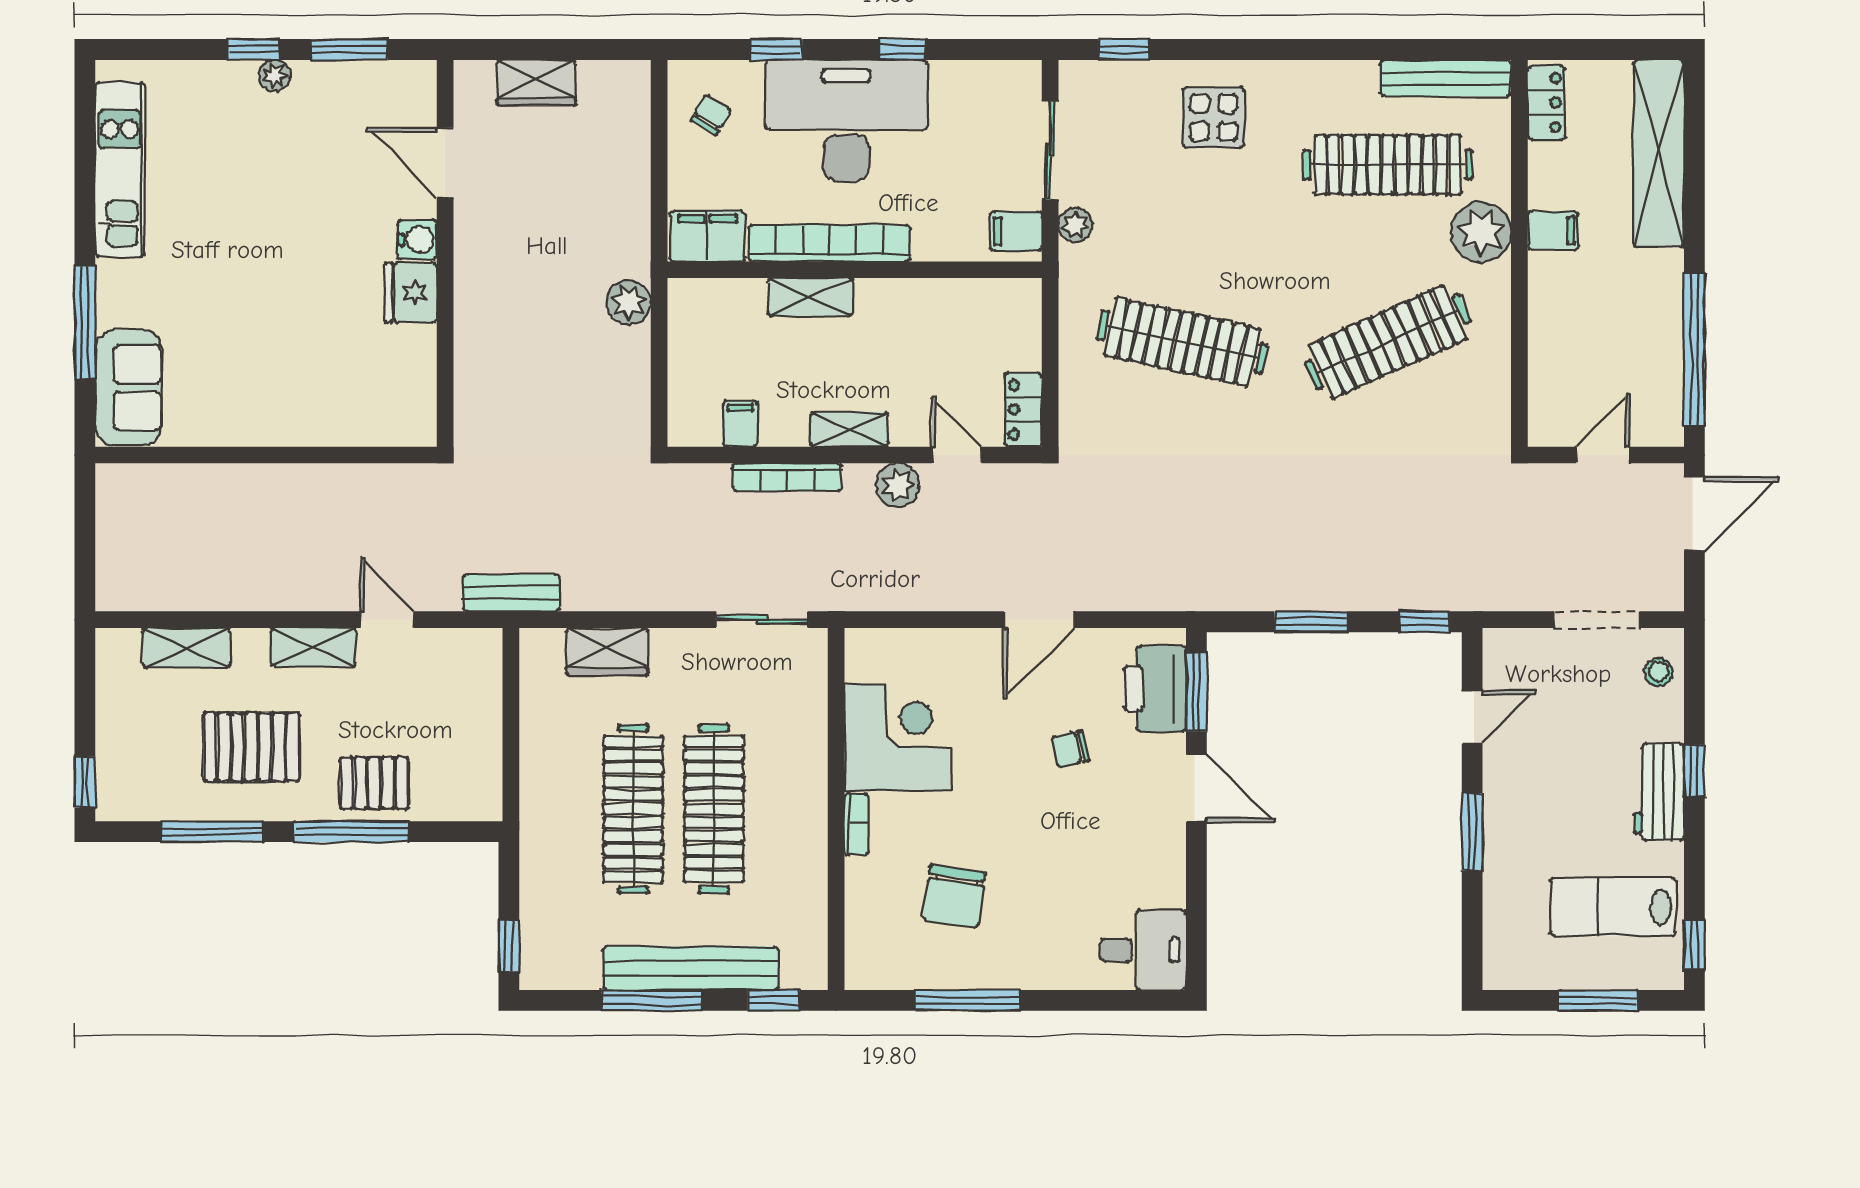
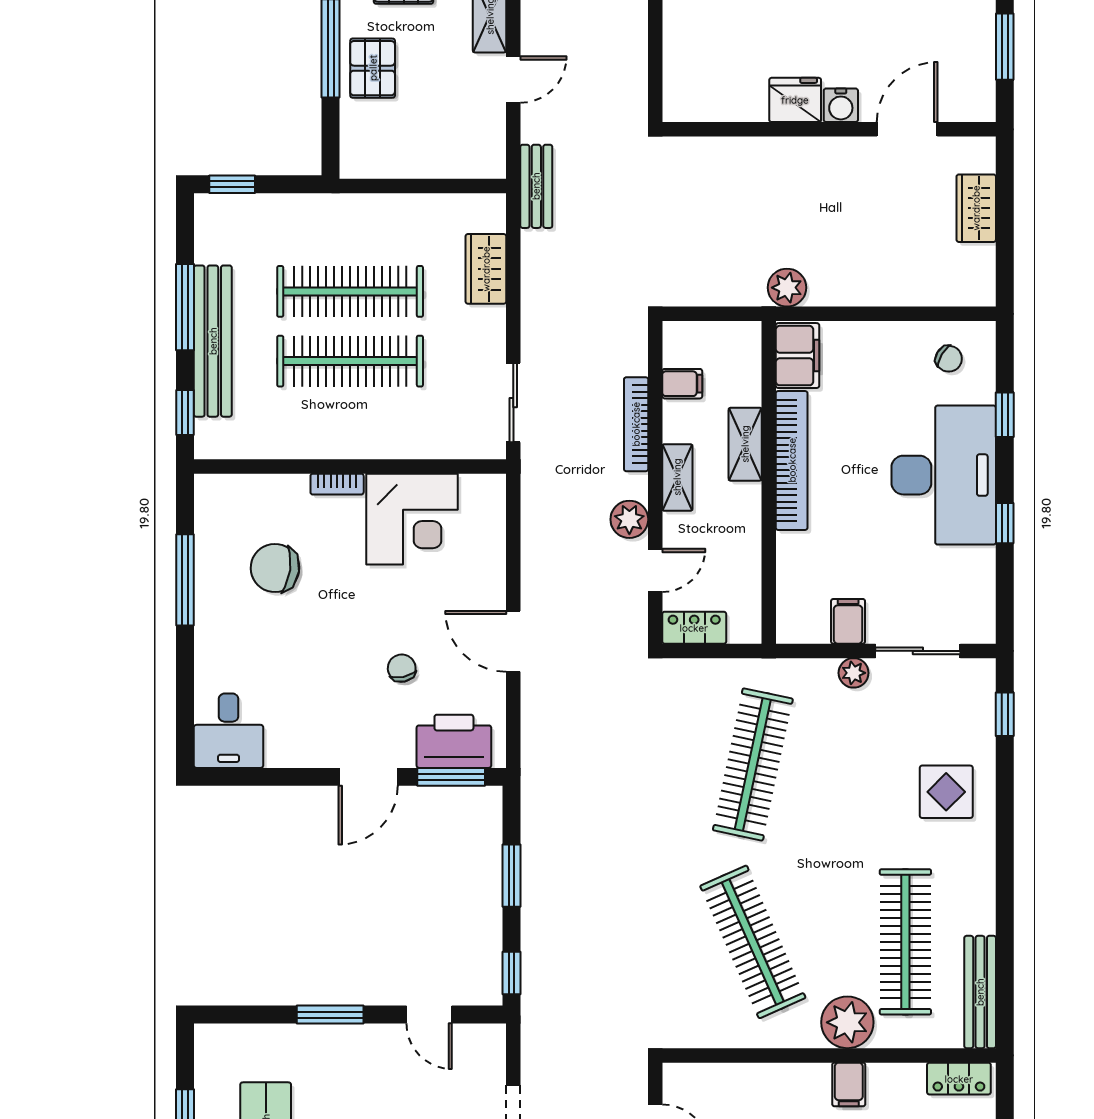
filing cabinet: (708, 236) -> (798, 356), moved
bookcase: (829, 243) -> (792, 460), moved
wall: (855, 270) -> (769, 482), moved
shelving: (810, 297) -> (745, 444), moved

